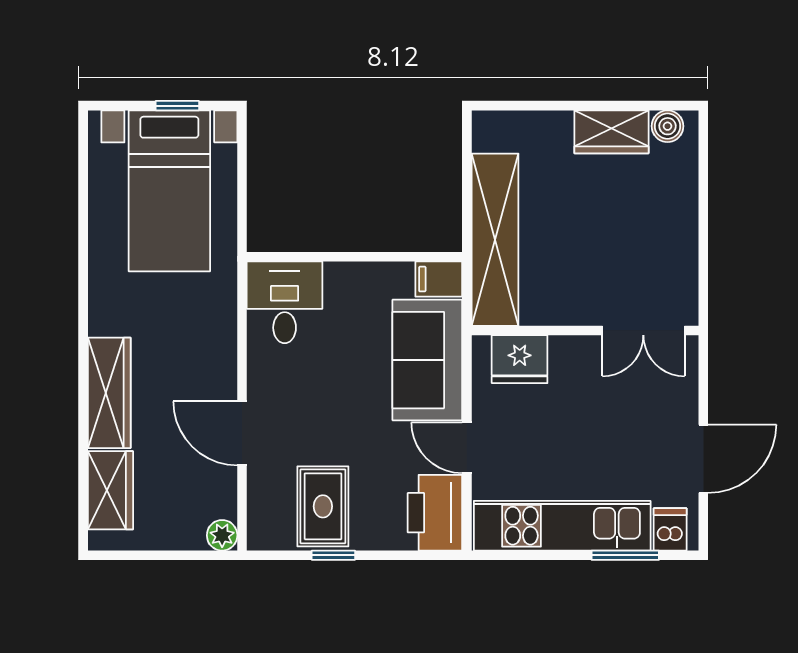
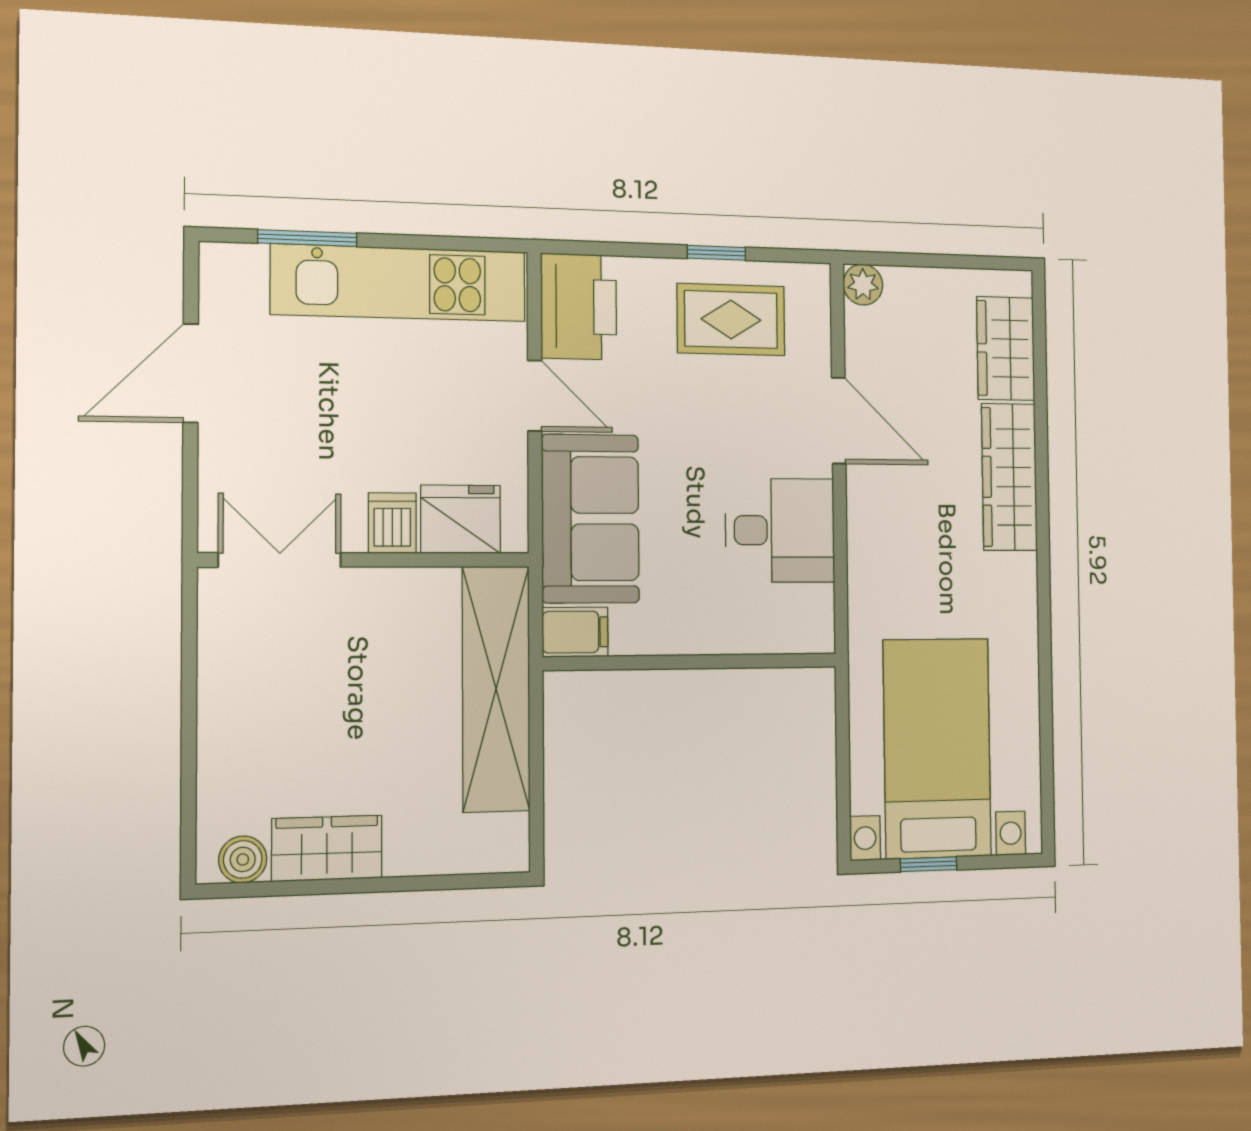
desk: (285, 302) -> (780, 530), moved, turned -90
rug: (323, 506) -> (731, 320), turned 90
dishwasher: (670, 529) -> (392, 523), moved, turned 180

